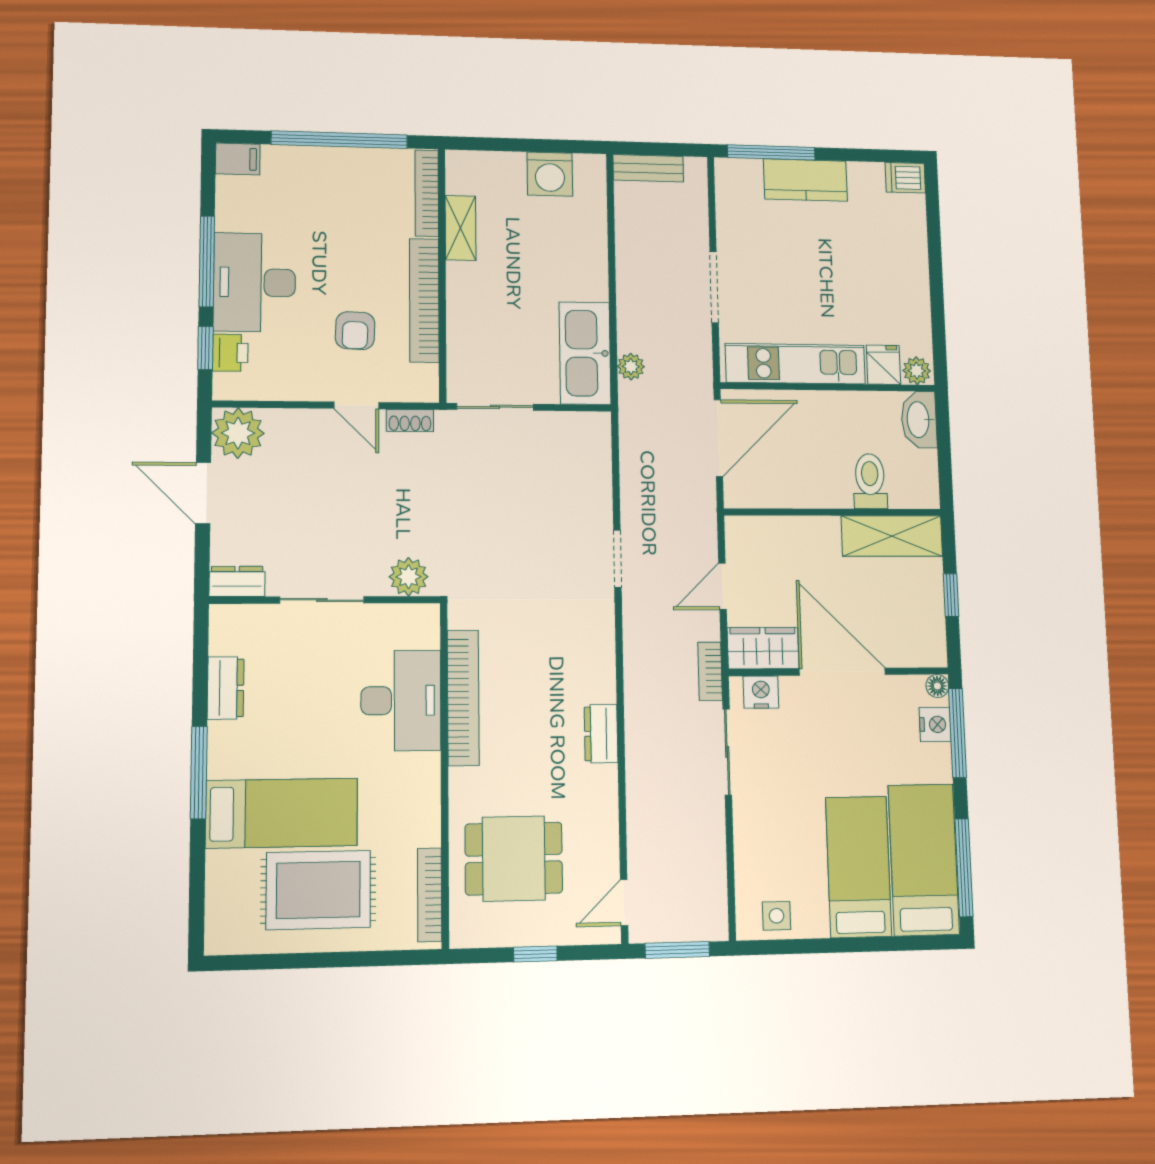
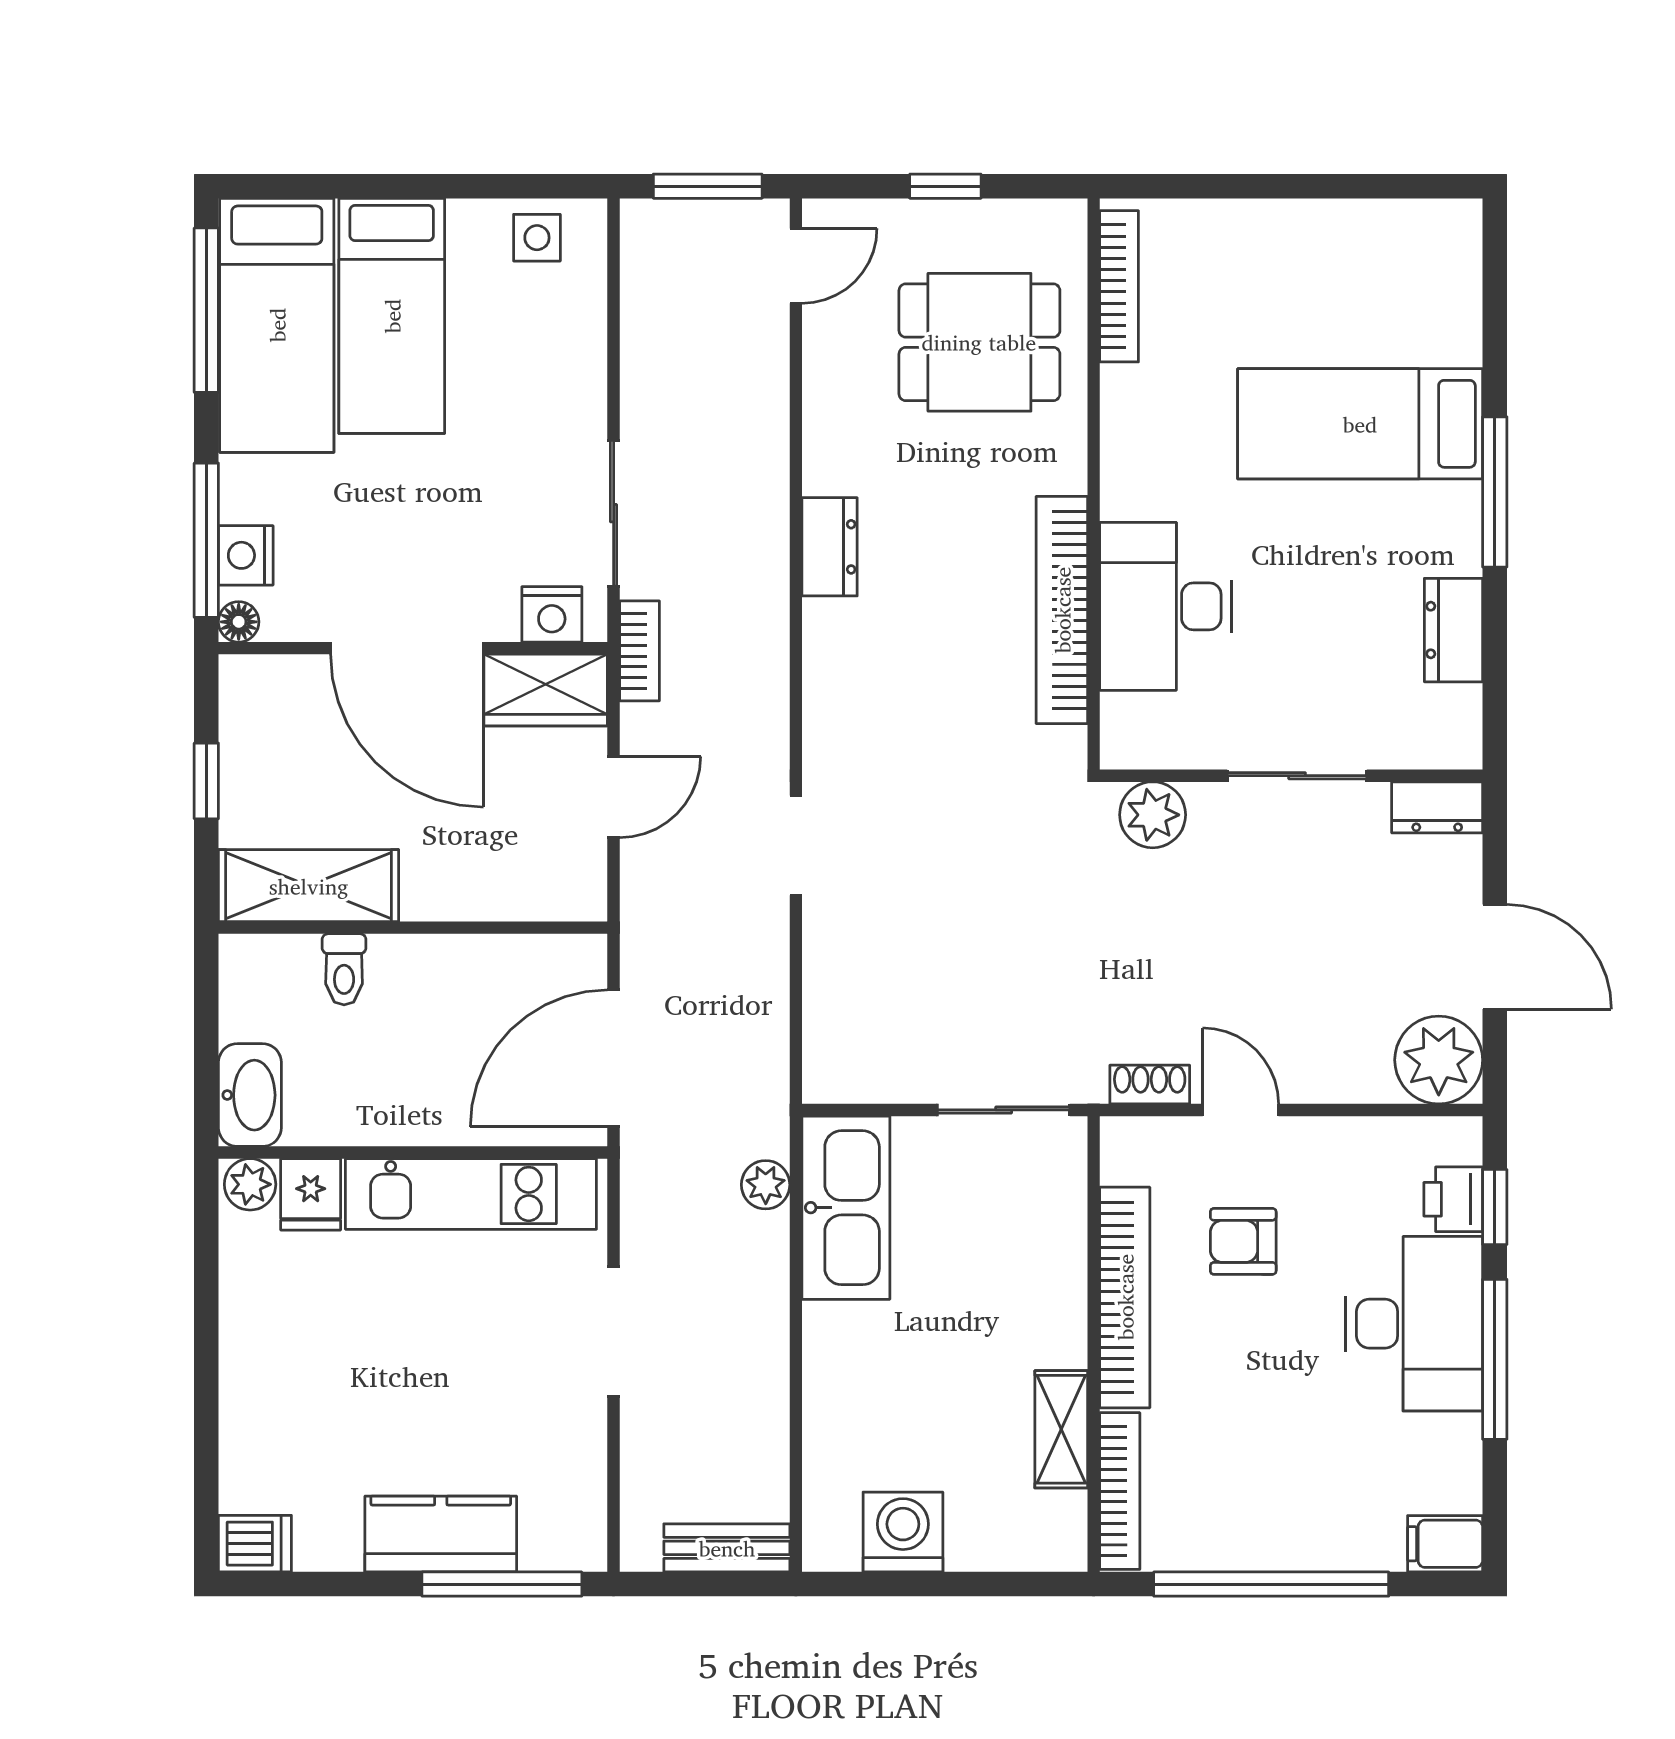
armchair: (355, 331) -> (1243, 1241), turned -92
toilet: (870, 481) -> (344, 969), width x0.73, depth x0.72
rug: (318, 890) -> (1300, 298), removed

